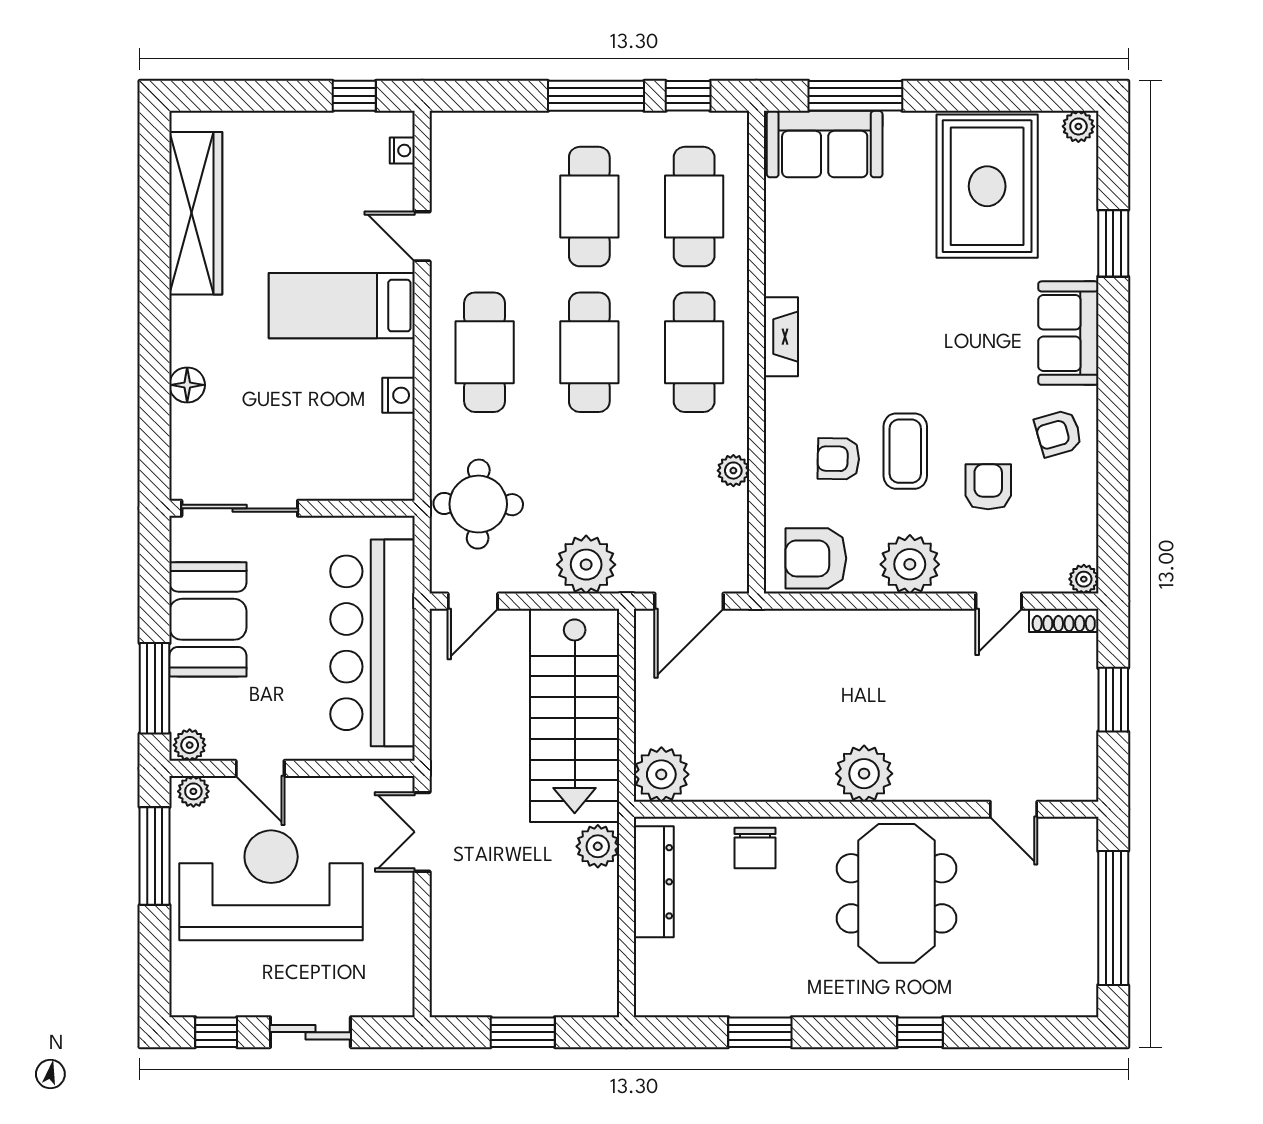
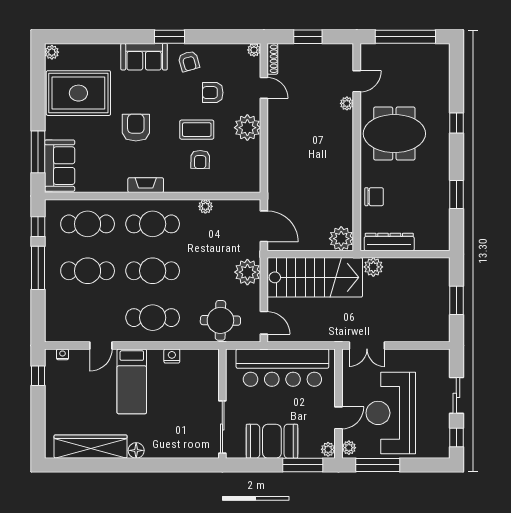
window: (1113, 243) -> (169, 37), moved
floor lamp: (187, 385) -> (136, 450), moved
armchair: (816, 558) -> (136, 128), moved, turned 180
plant: (864, 774) -> (347, 103), moved, width x0.53, depth x0.53

